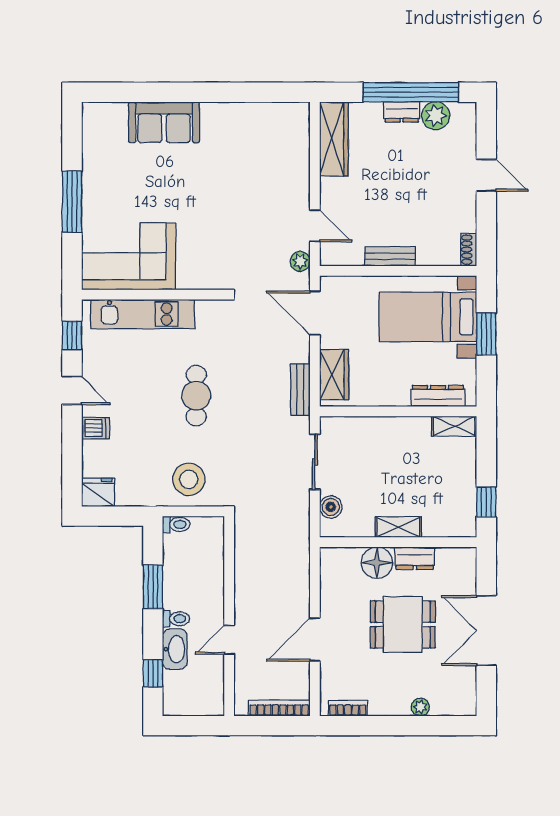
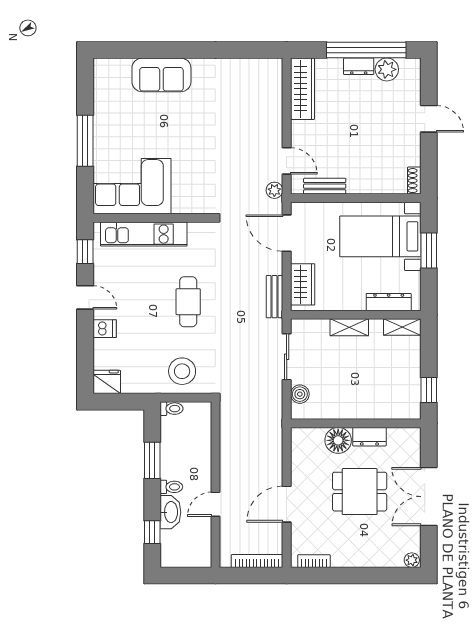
bench: (390, 256) -> (325, 186), moved
shelving: (398, 527) -> (349, 327), moved
plant: (420, 707) -> (412, 560), moved

